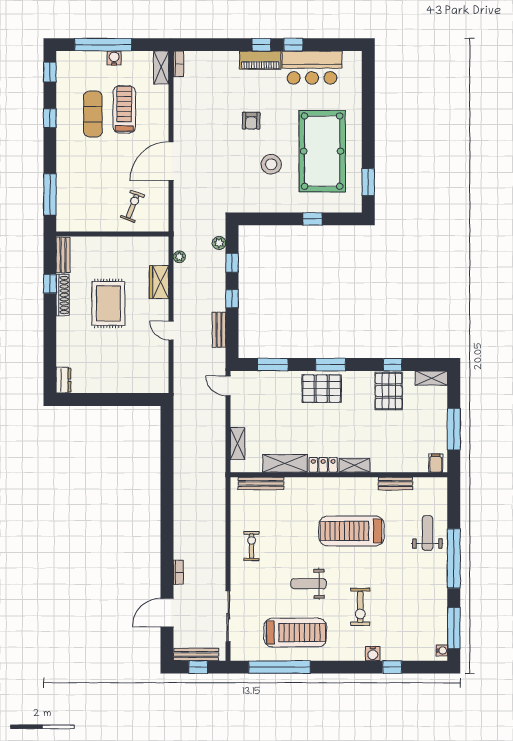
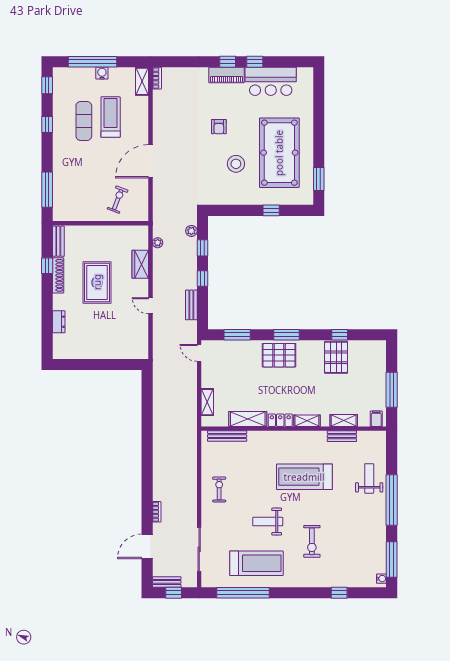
shelving: (431, 378) -> (344, 420), moved
dresser: (63, 380) -> (59, 322), moved
bench: (196, 654) -> (167, 582), width x0.73
water cooler: (373, 654) -> (323, 581), removed

